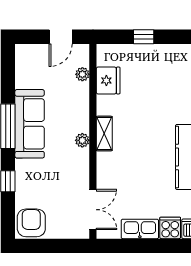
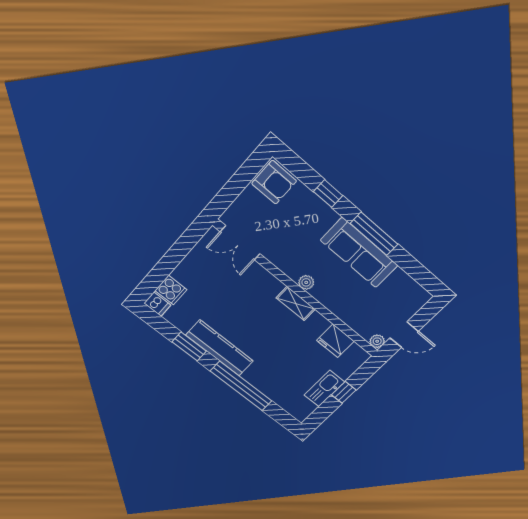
door: (61, 37) -> (404, 335), swing flipped
plant: (82, 74) -> (377, 341), moved
kitchen sink: (140, 229) -> (324, 388), moved, turned 180

